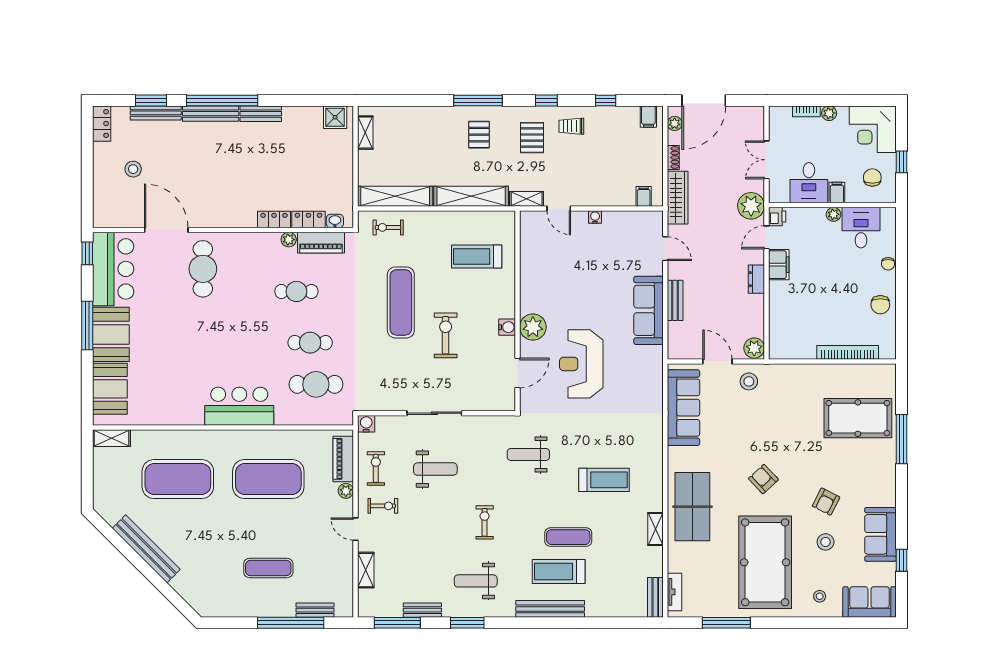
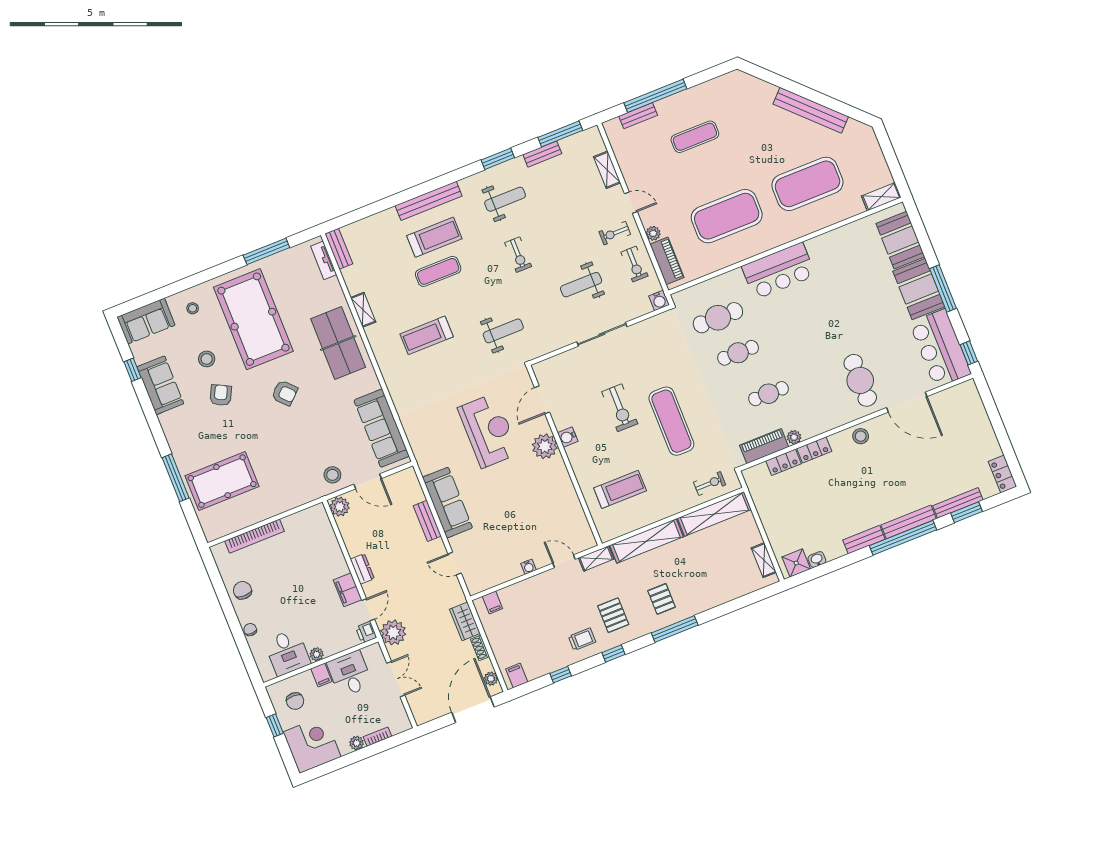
stool: (133, 169) -> (861, 436), moved
wardrobe: (678, 198) -> (465, 621), width x0.67
washbasin: (335, 221) -> (817, 560), moved, turned 180

